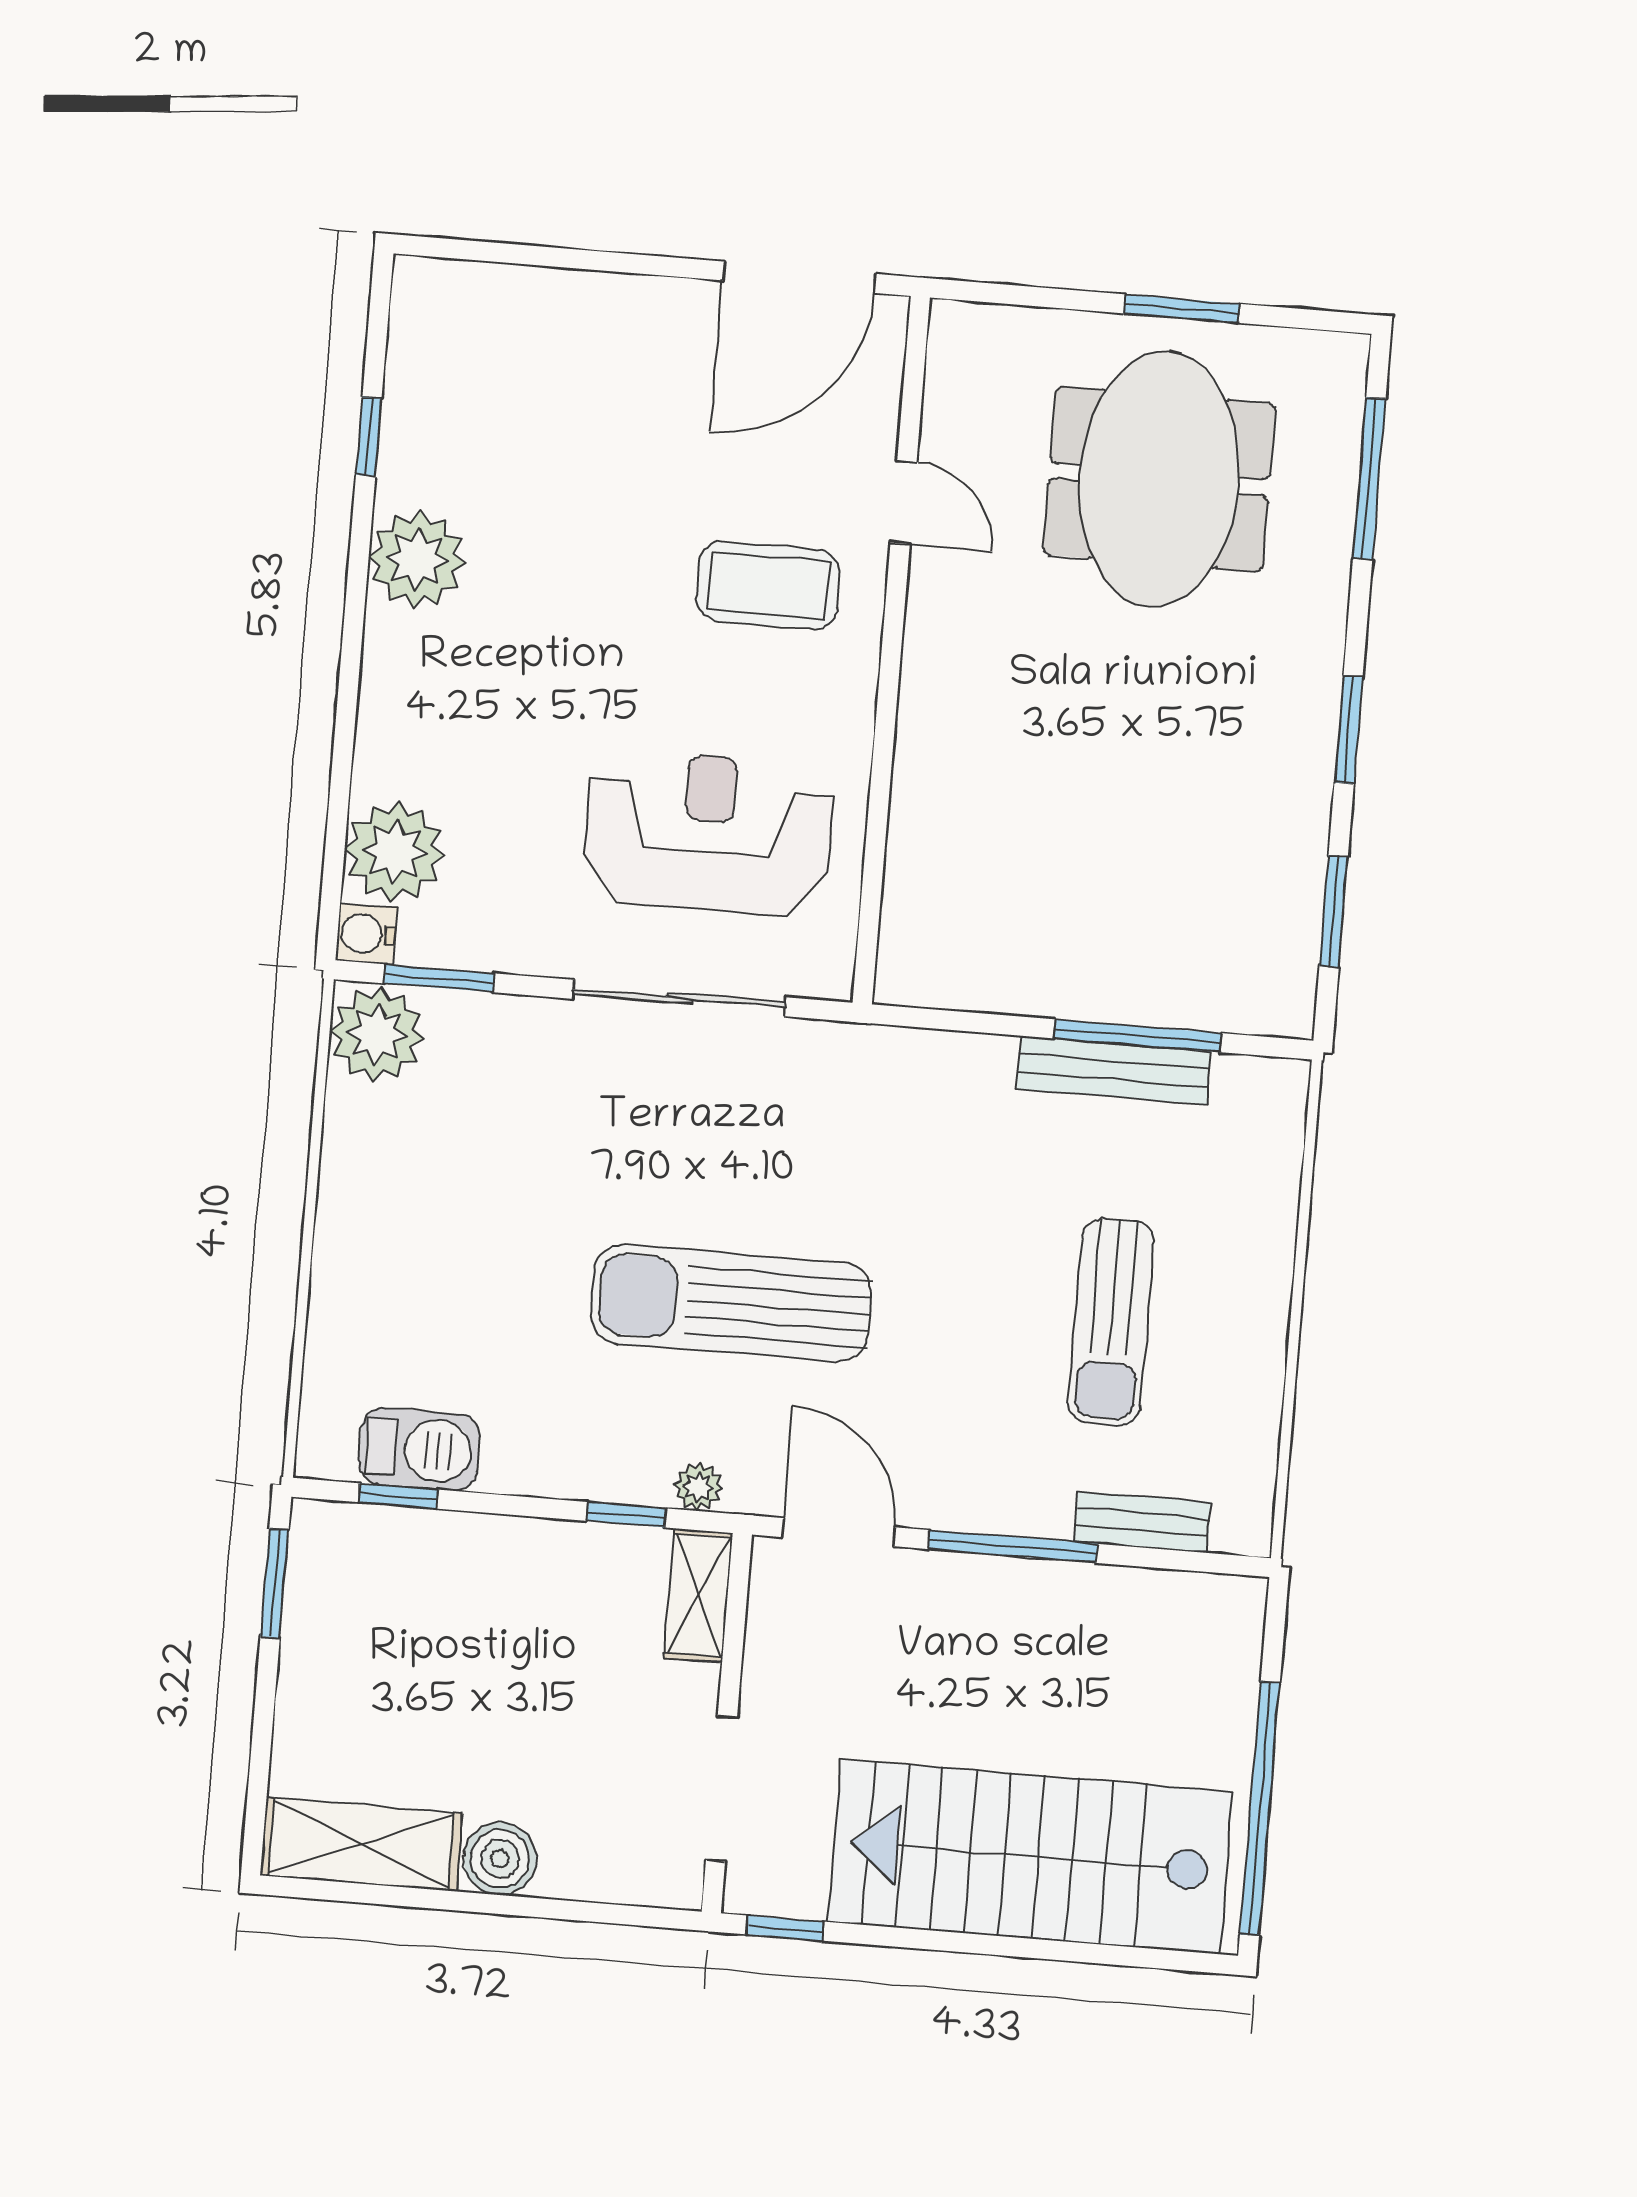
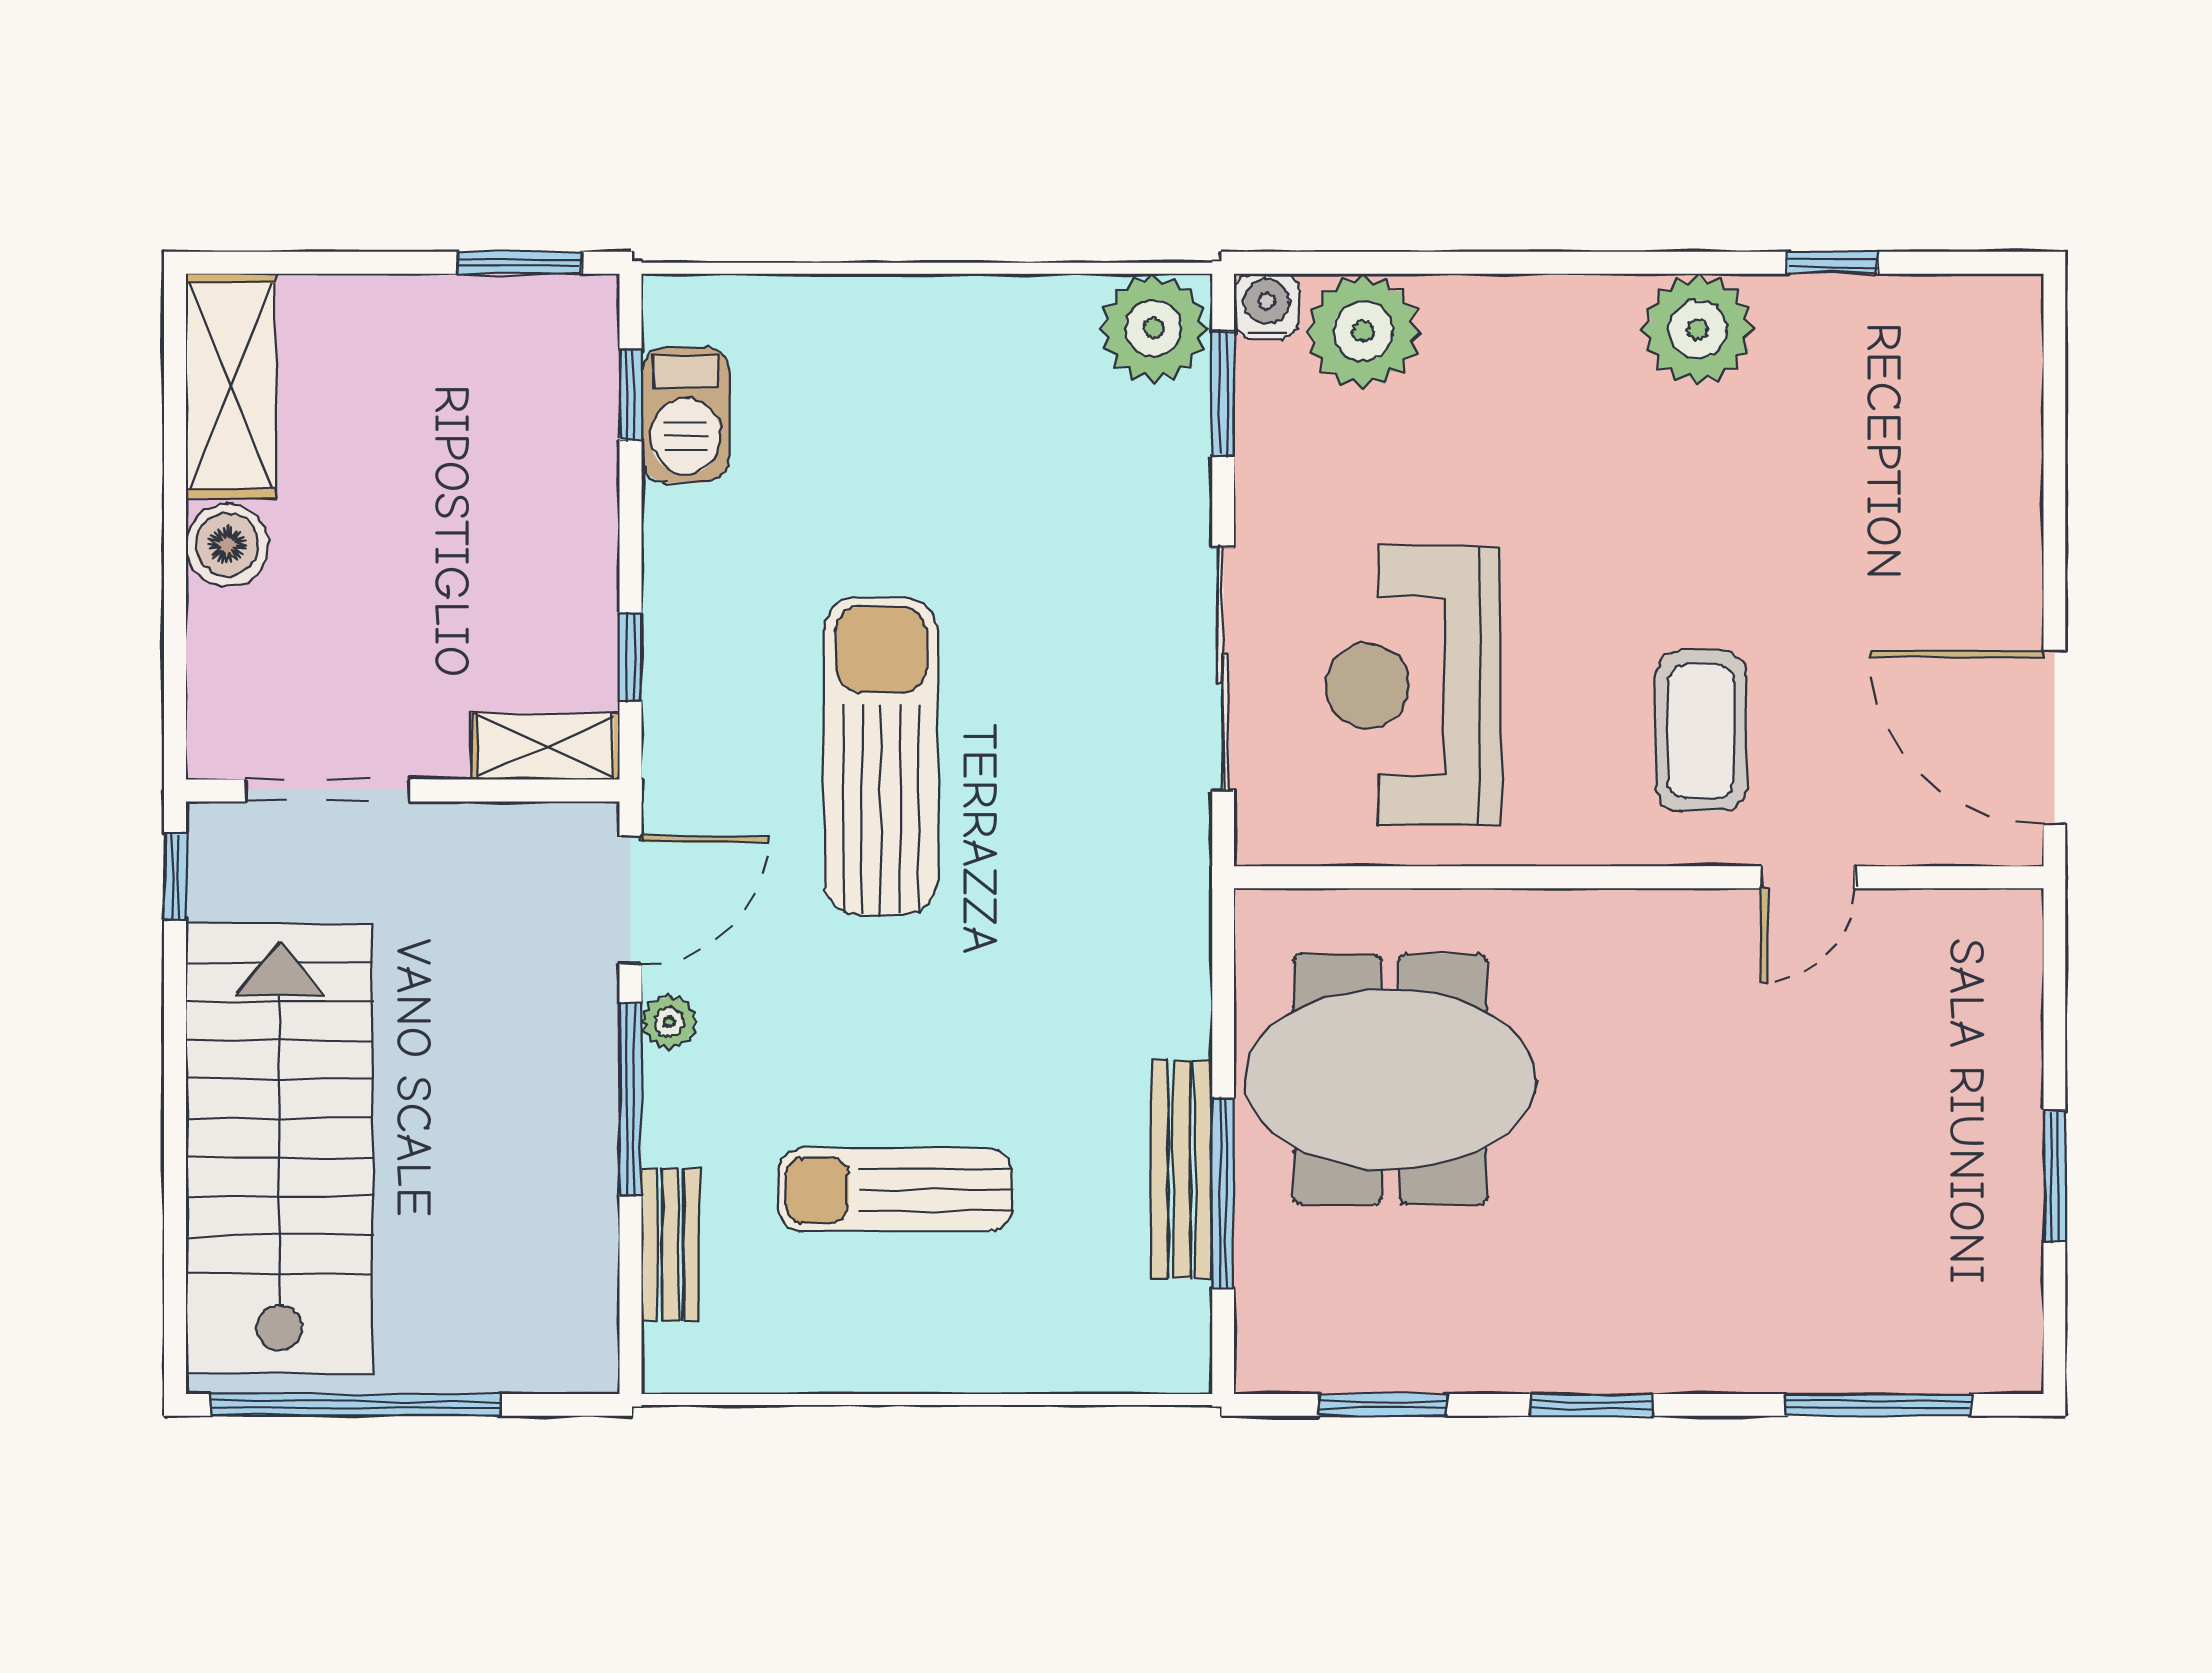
meeting table: (1159, 479) -> (1390, 1079), moved
reception desk: (708, 833) -> (1413, 686), turned 180
plant: (698, 1487) -> (669, 1022), moved

